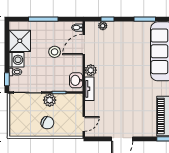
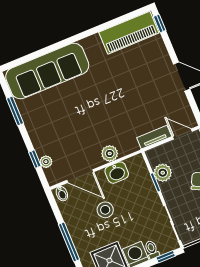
washbasin: (76, 80) -> (117, 173), moved
tv unit: (89, 89) -> (154, 137), moved
plant: (50, 100) -> (163, 173), moved

